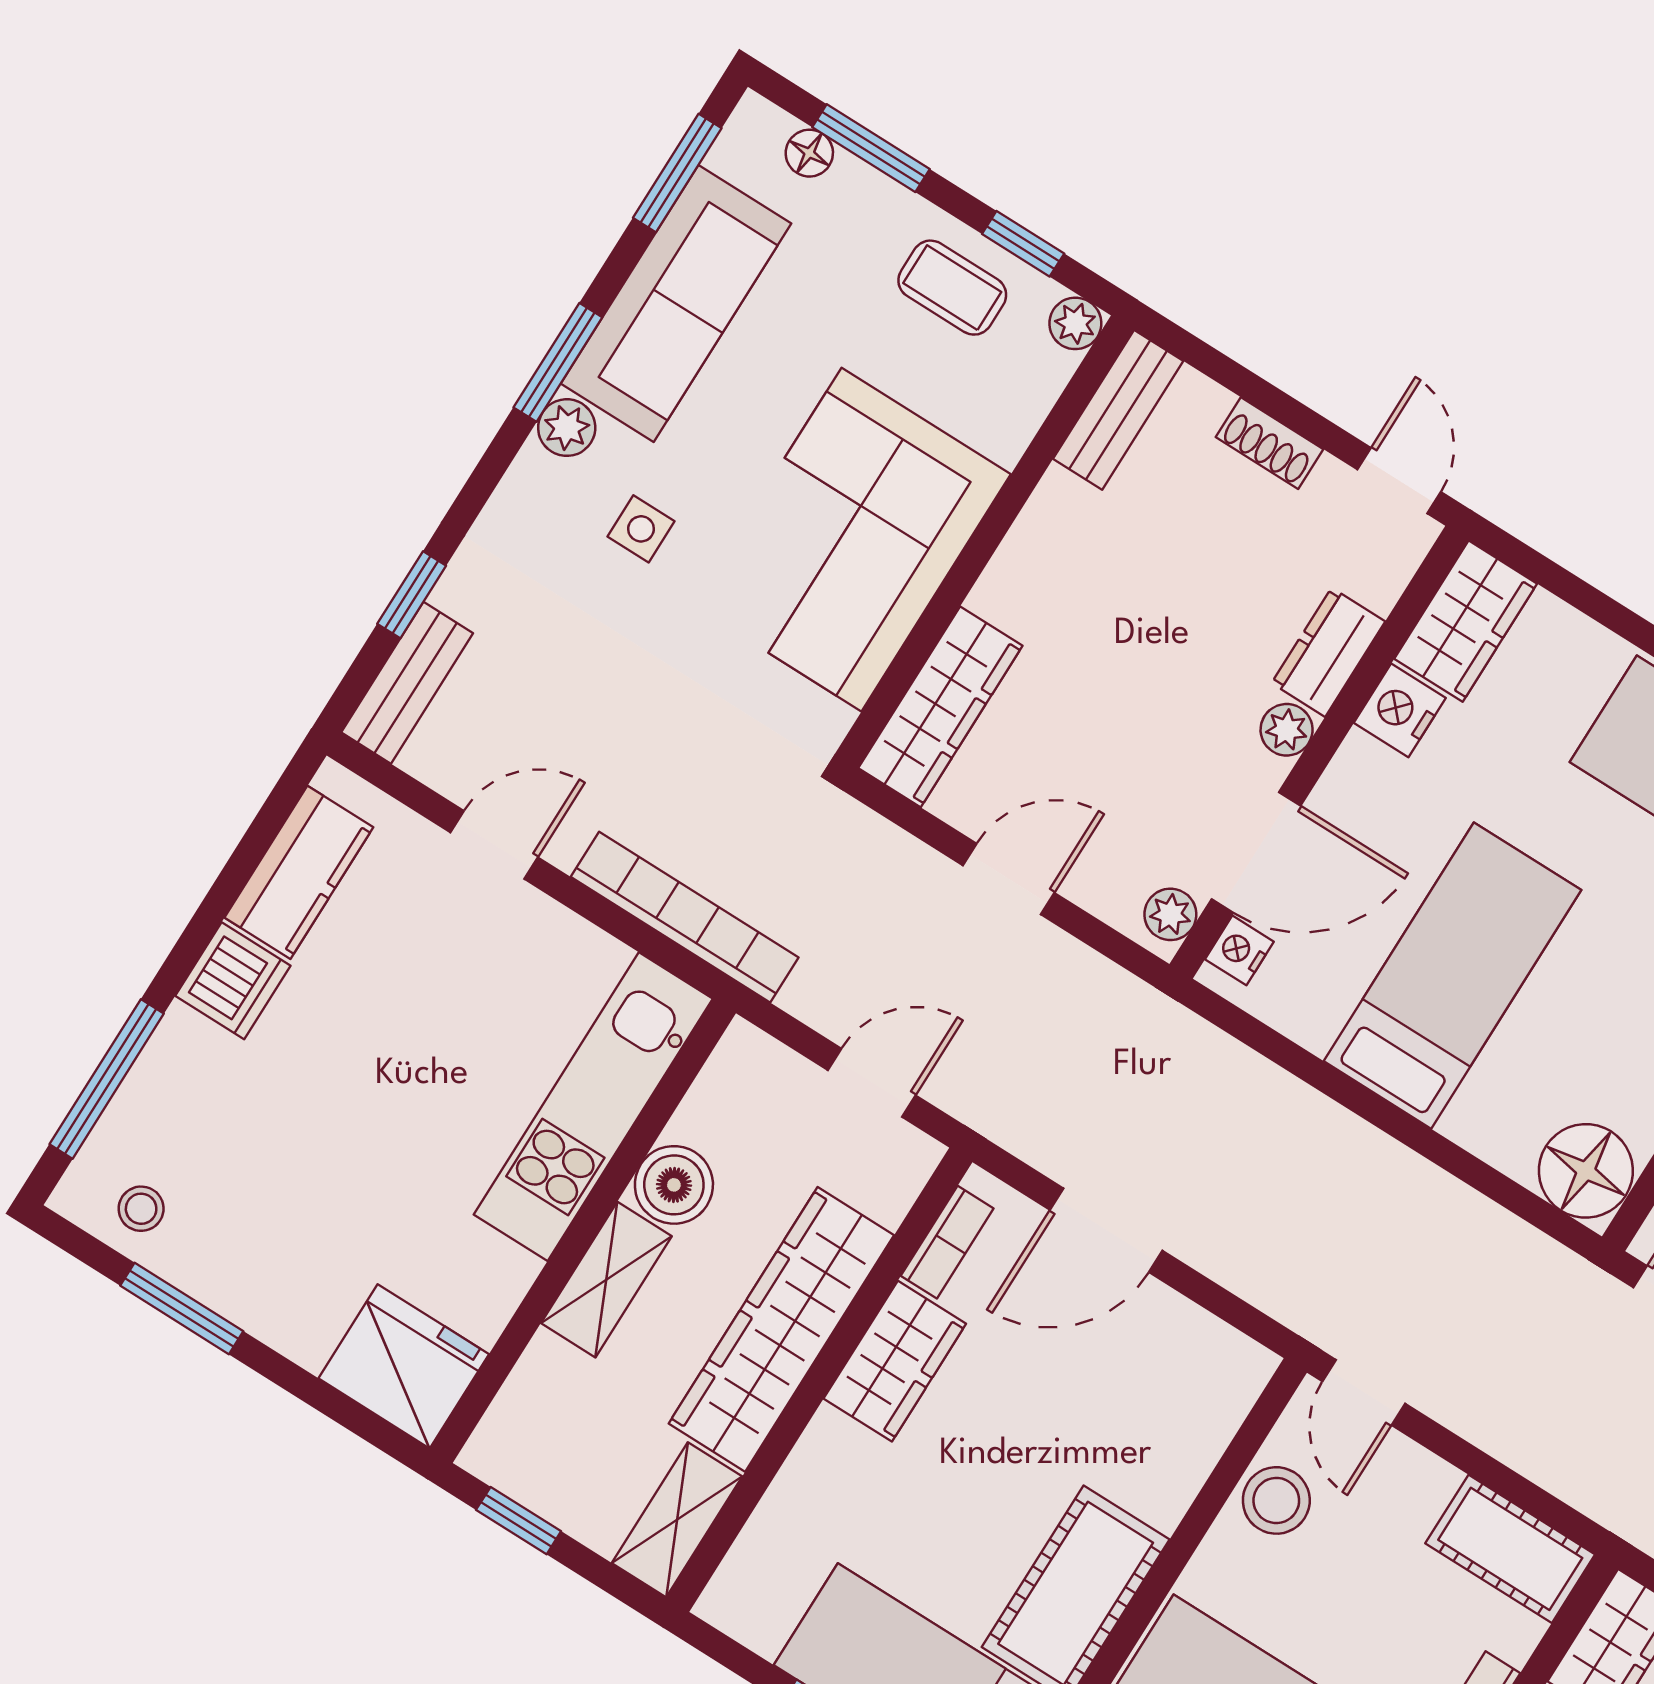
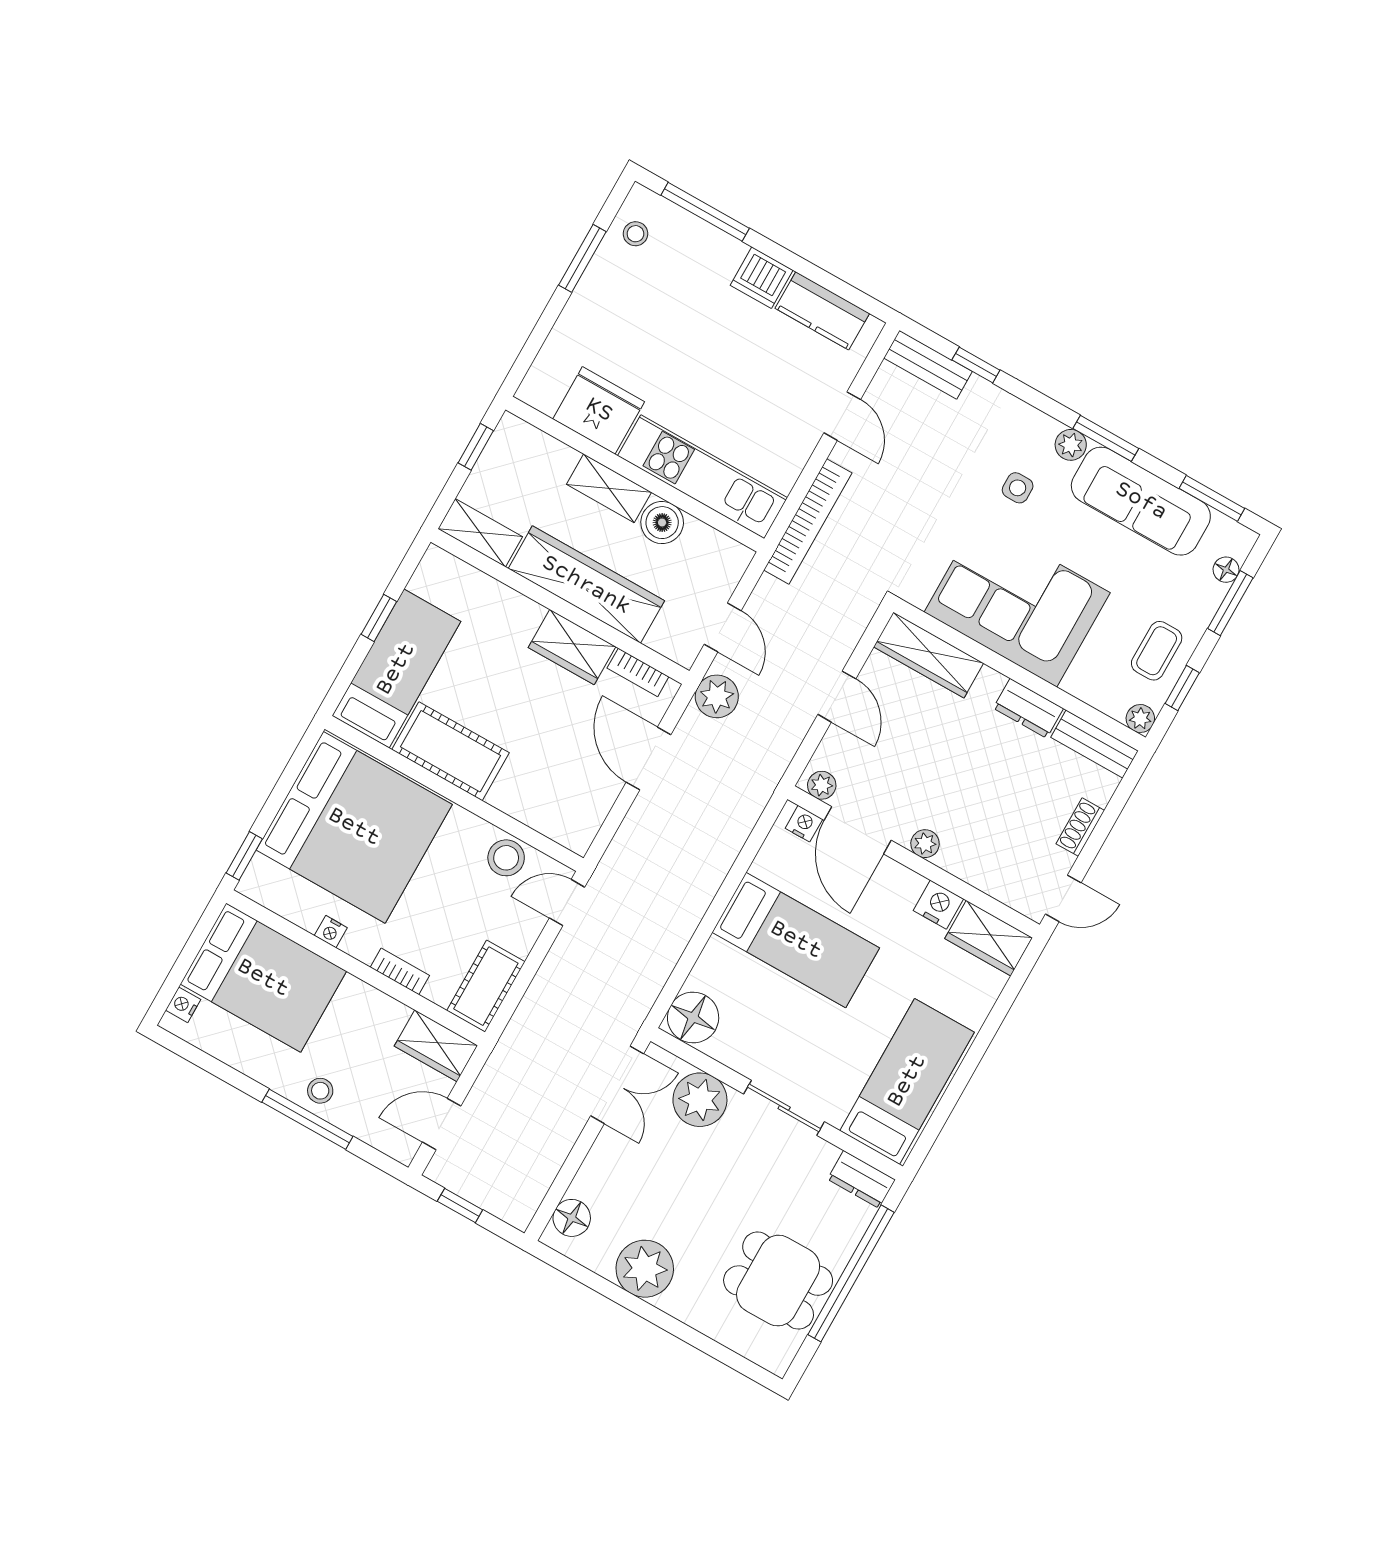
dresser: (1328, 652) -> (1028, 708), moved, turned 180
plant: (998, 1099) -> (717, 696), added
fridge: (404, 1366) -> (599, 410), moved, turned -90

